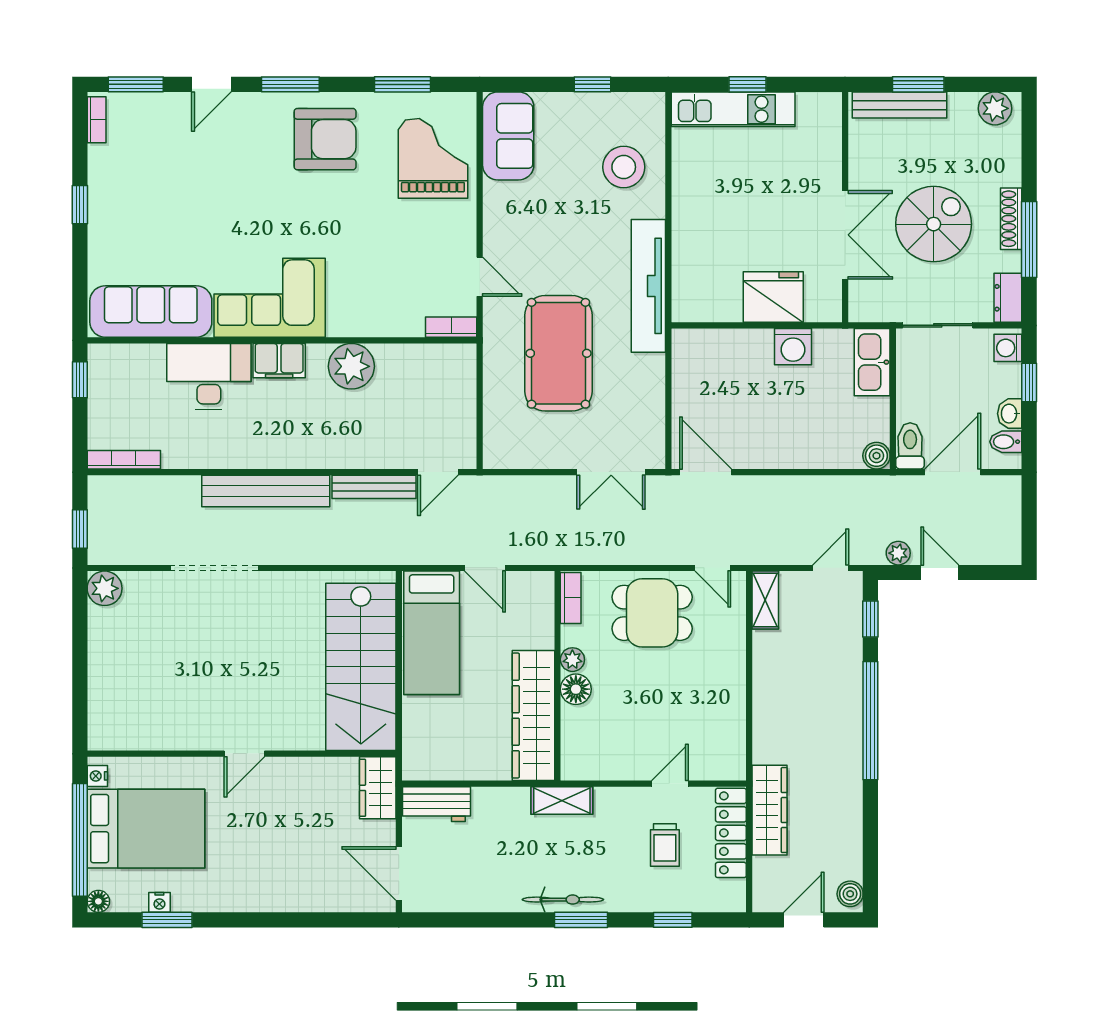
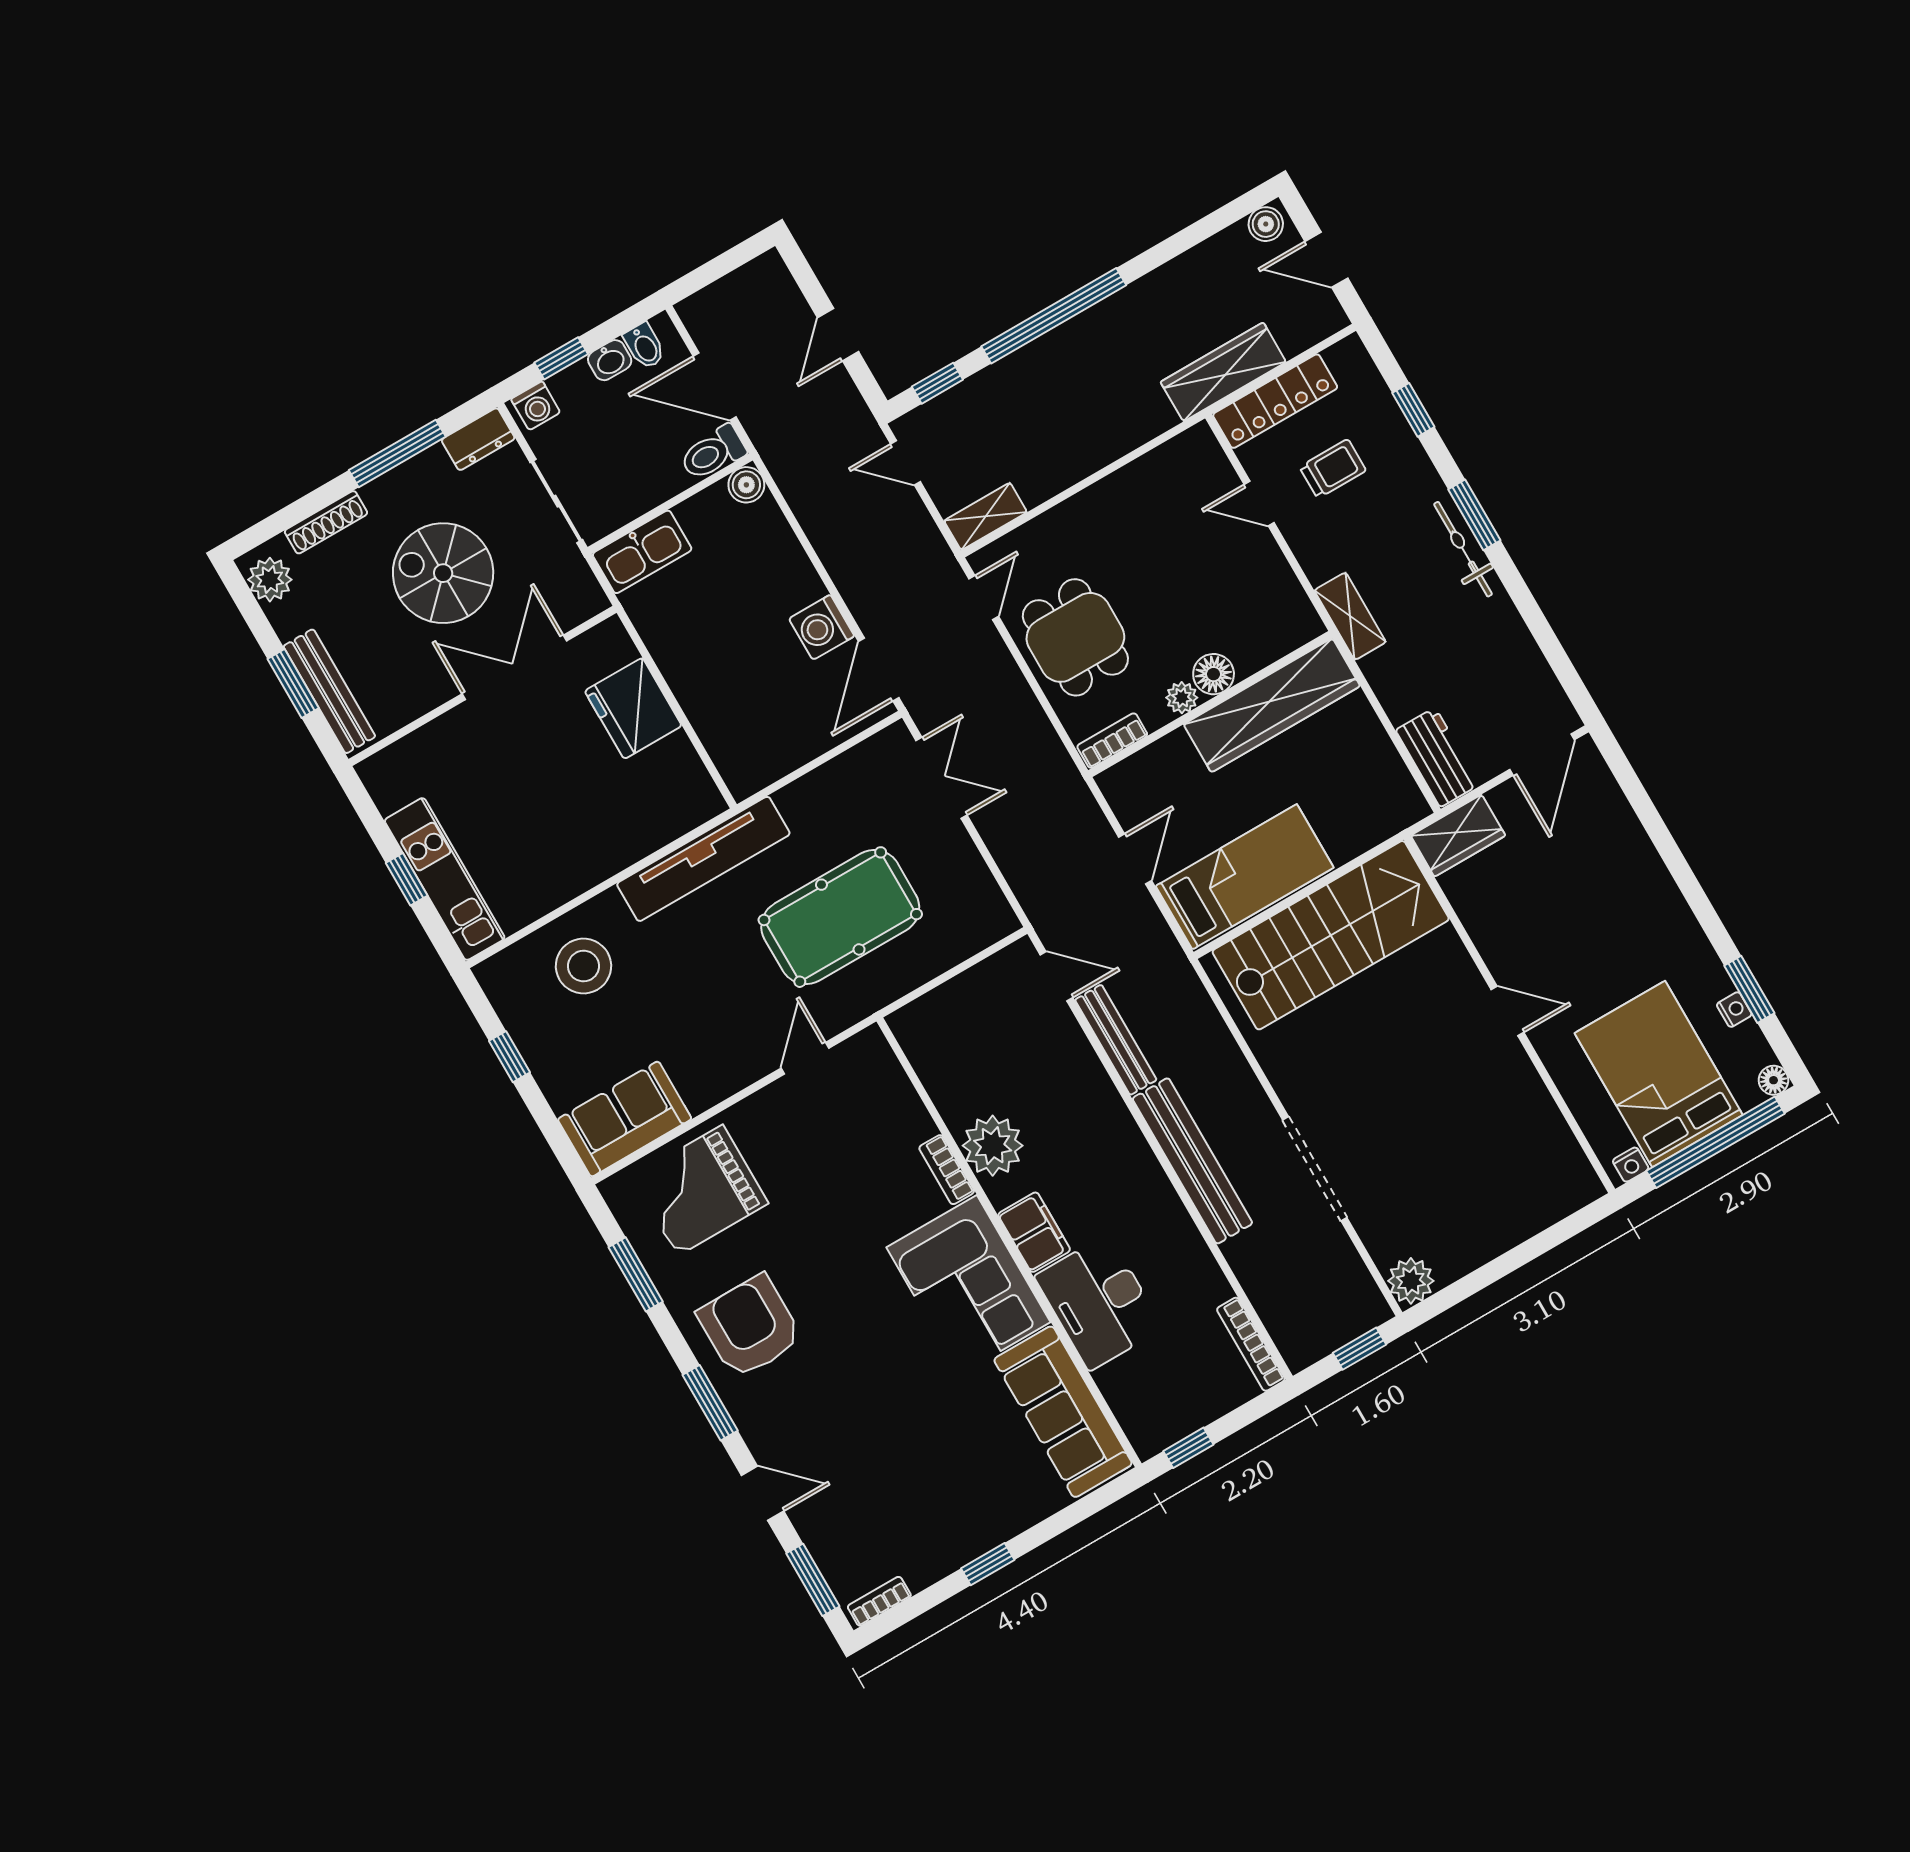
shoe rack: (1011, 219) -> (326, 522), moved
bookcase: (451, 327) -> (947, 1170), moved
washing machine: (793, 347) -> (822, 627), moved, turned 180
plant: (898, 553) -> (843, 395), removed

